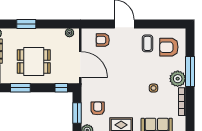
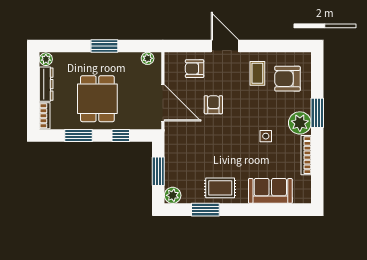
window: (26, 24) -> (104, 46), moved
dining table: (34, 61) -> (97, 99), turned 90
window: (190, 72) -> (317, 113), width x0.69
window: (61, 88) -> (121, 136), moved
armchair: (98, 108) -> (213, 105), moved

